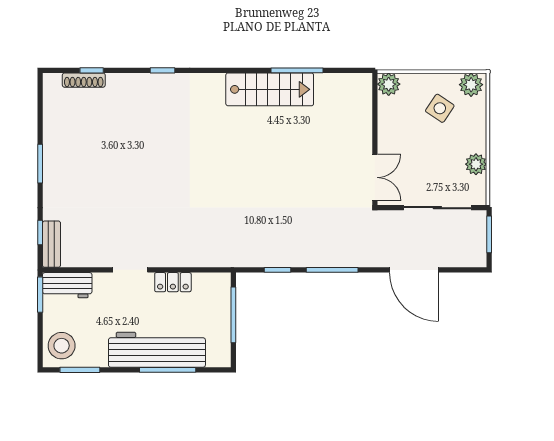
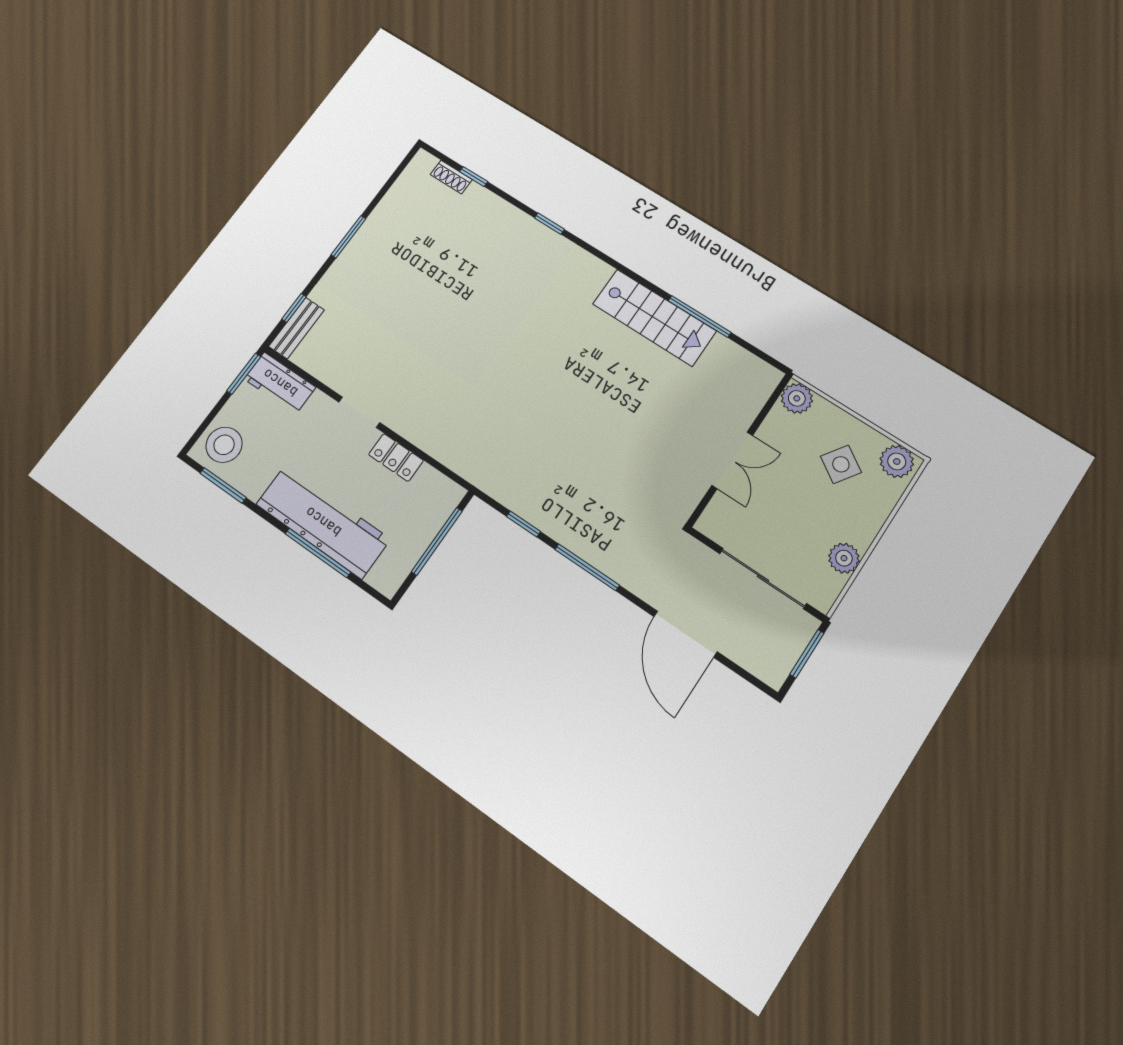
shoe rack: (84, 80) -> (451, 177), width x0.70
double door: (375, 177) -> (732, 460), moved

